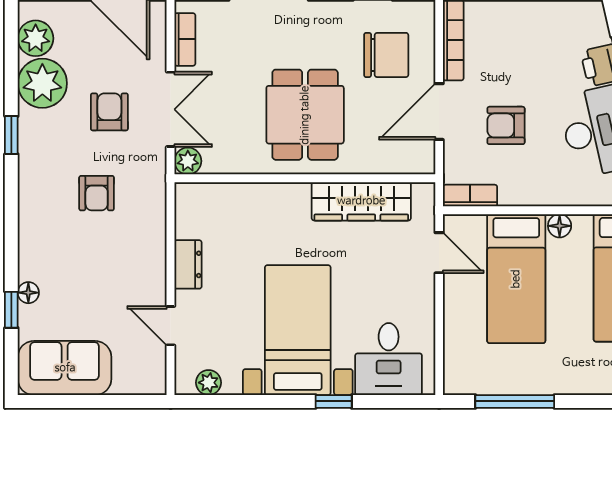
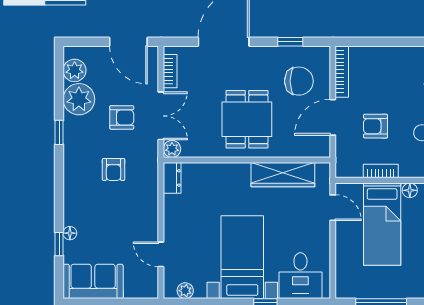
armchair: (109, 112) -> (122, 117), turned 90
bookcase: (470, 196) -> (381, 171), moved
dresser: (188, 264) -> (172, 178), moved

